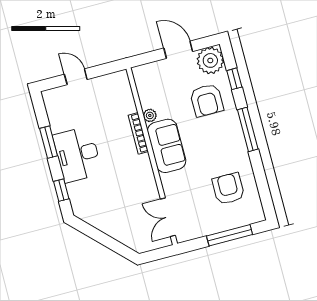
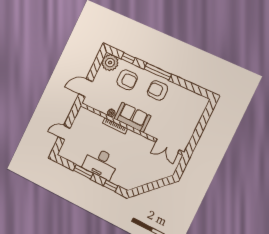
door: (178, 50) -> (86, 88), moved
armchair: (228, 189) -> (158, 90), moved
window: (230, 235) -> (202, 123), removed

